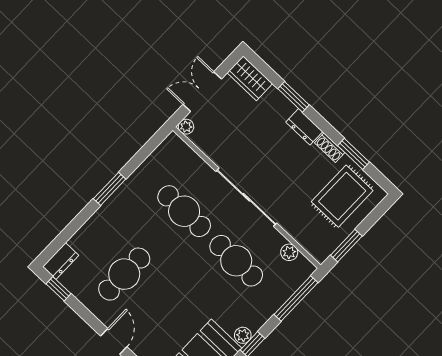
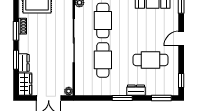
dresser: (304, 127) -> (24, 63), moved
window: (353, 154) -> (16, 31), moved
window: (60, 241) -> (161, 98), added
dresser: (61, 261) -> (136, 90), moved

